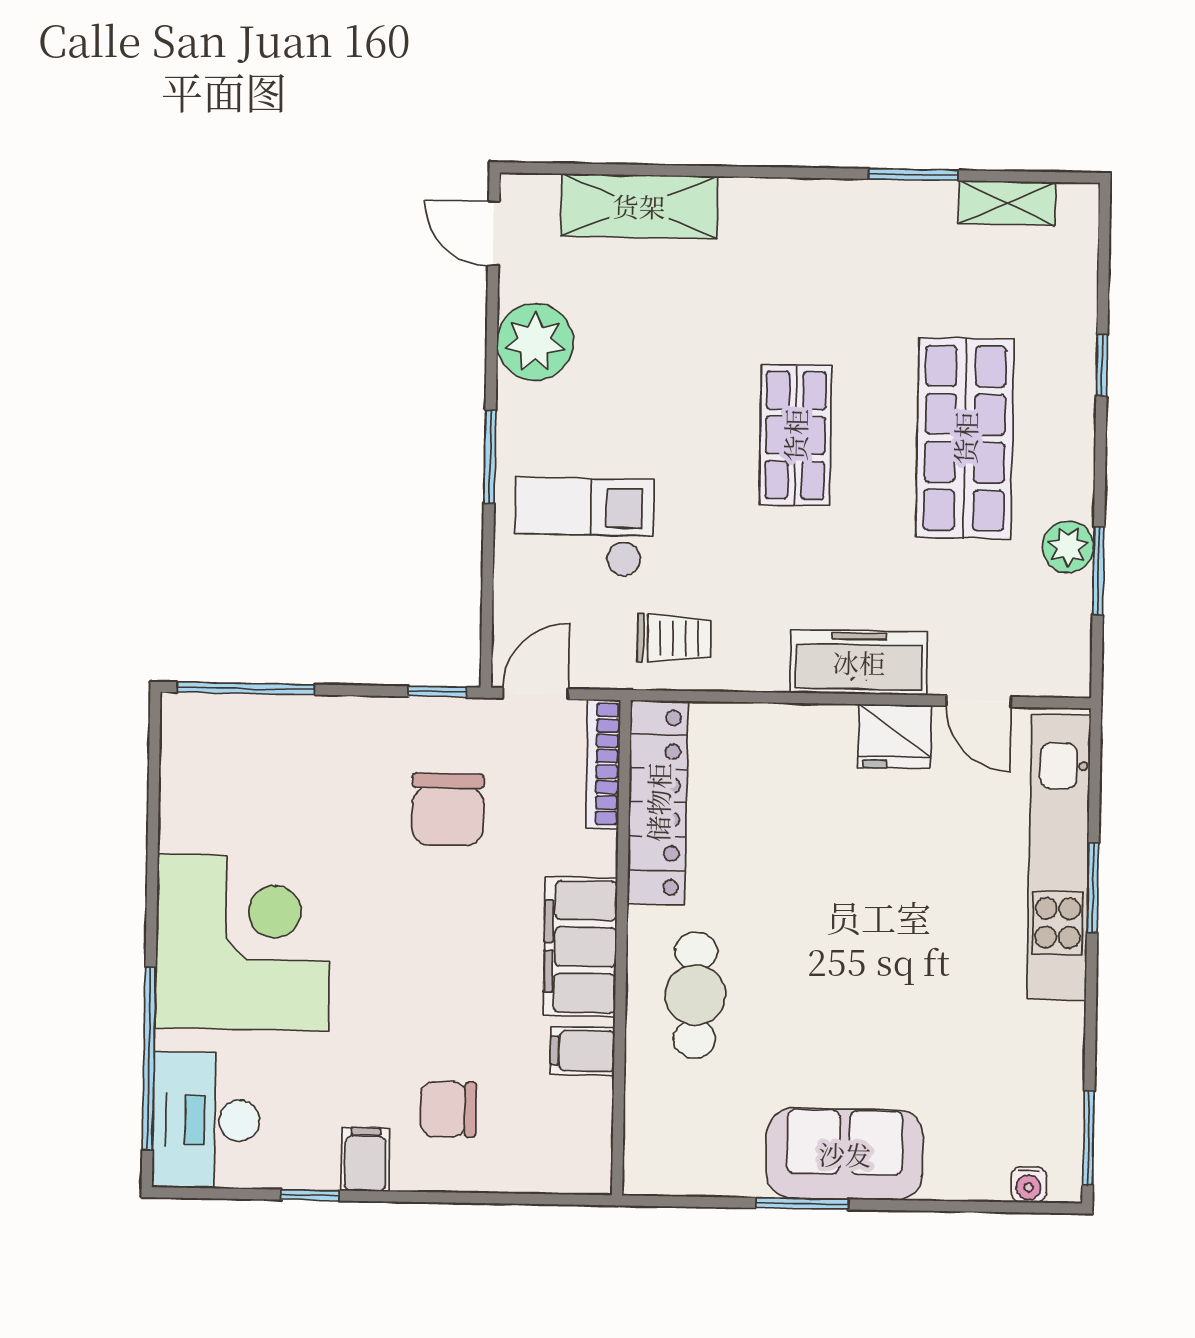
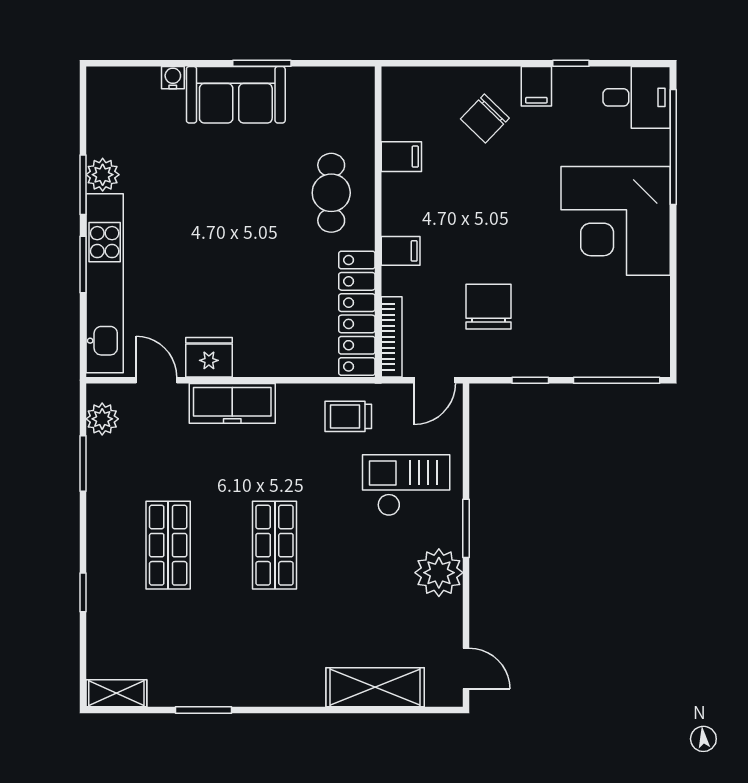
shelving: (1007, 203) -> (116, 693), moved
plant: (535, 342) -> (439, 573), moved
shop shelf: (965, 438) -> (168, 545), width x0.70, depth x0.74
checkout: (584, 527) -> (406, 485), turned 180
plant: (1068, 547) -> (102, 419), moved
window: (437, 692) -> (530, 380), moved
filing cabinet: (580, 947) -> (401, 251), width x0.33, depth x0.86
plant: (1059, 1030) -> (103, 175), added
chair: (448, 1109) -> (485, 118), turned 134
desk: (206, 1120) -> (637, 97), width x0.73
window: (1088, 1138) -> (83, 185), moved
water cooler: (1029, 1185) -> (173, 78), moved

